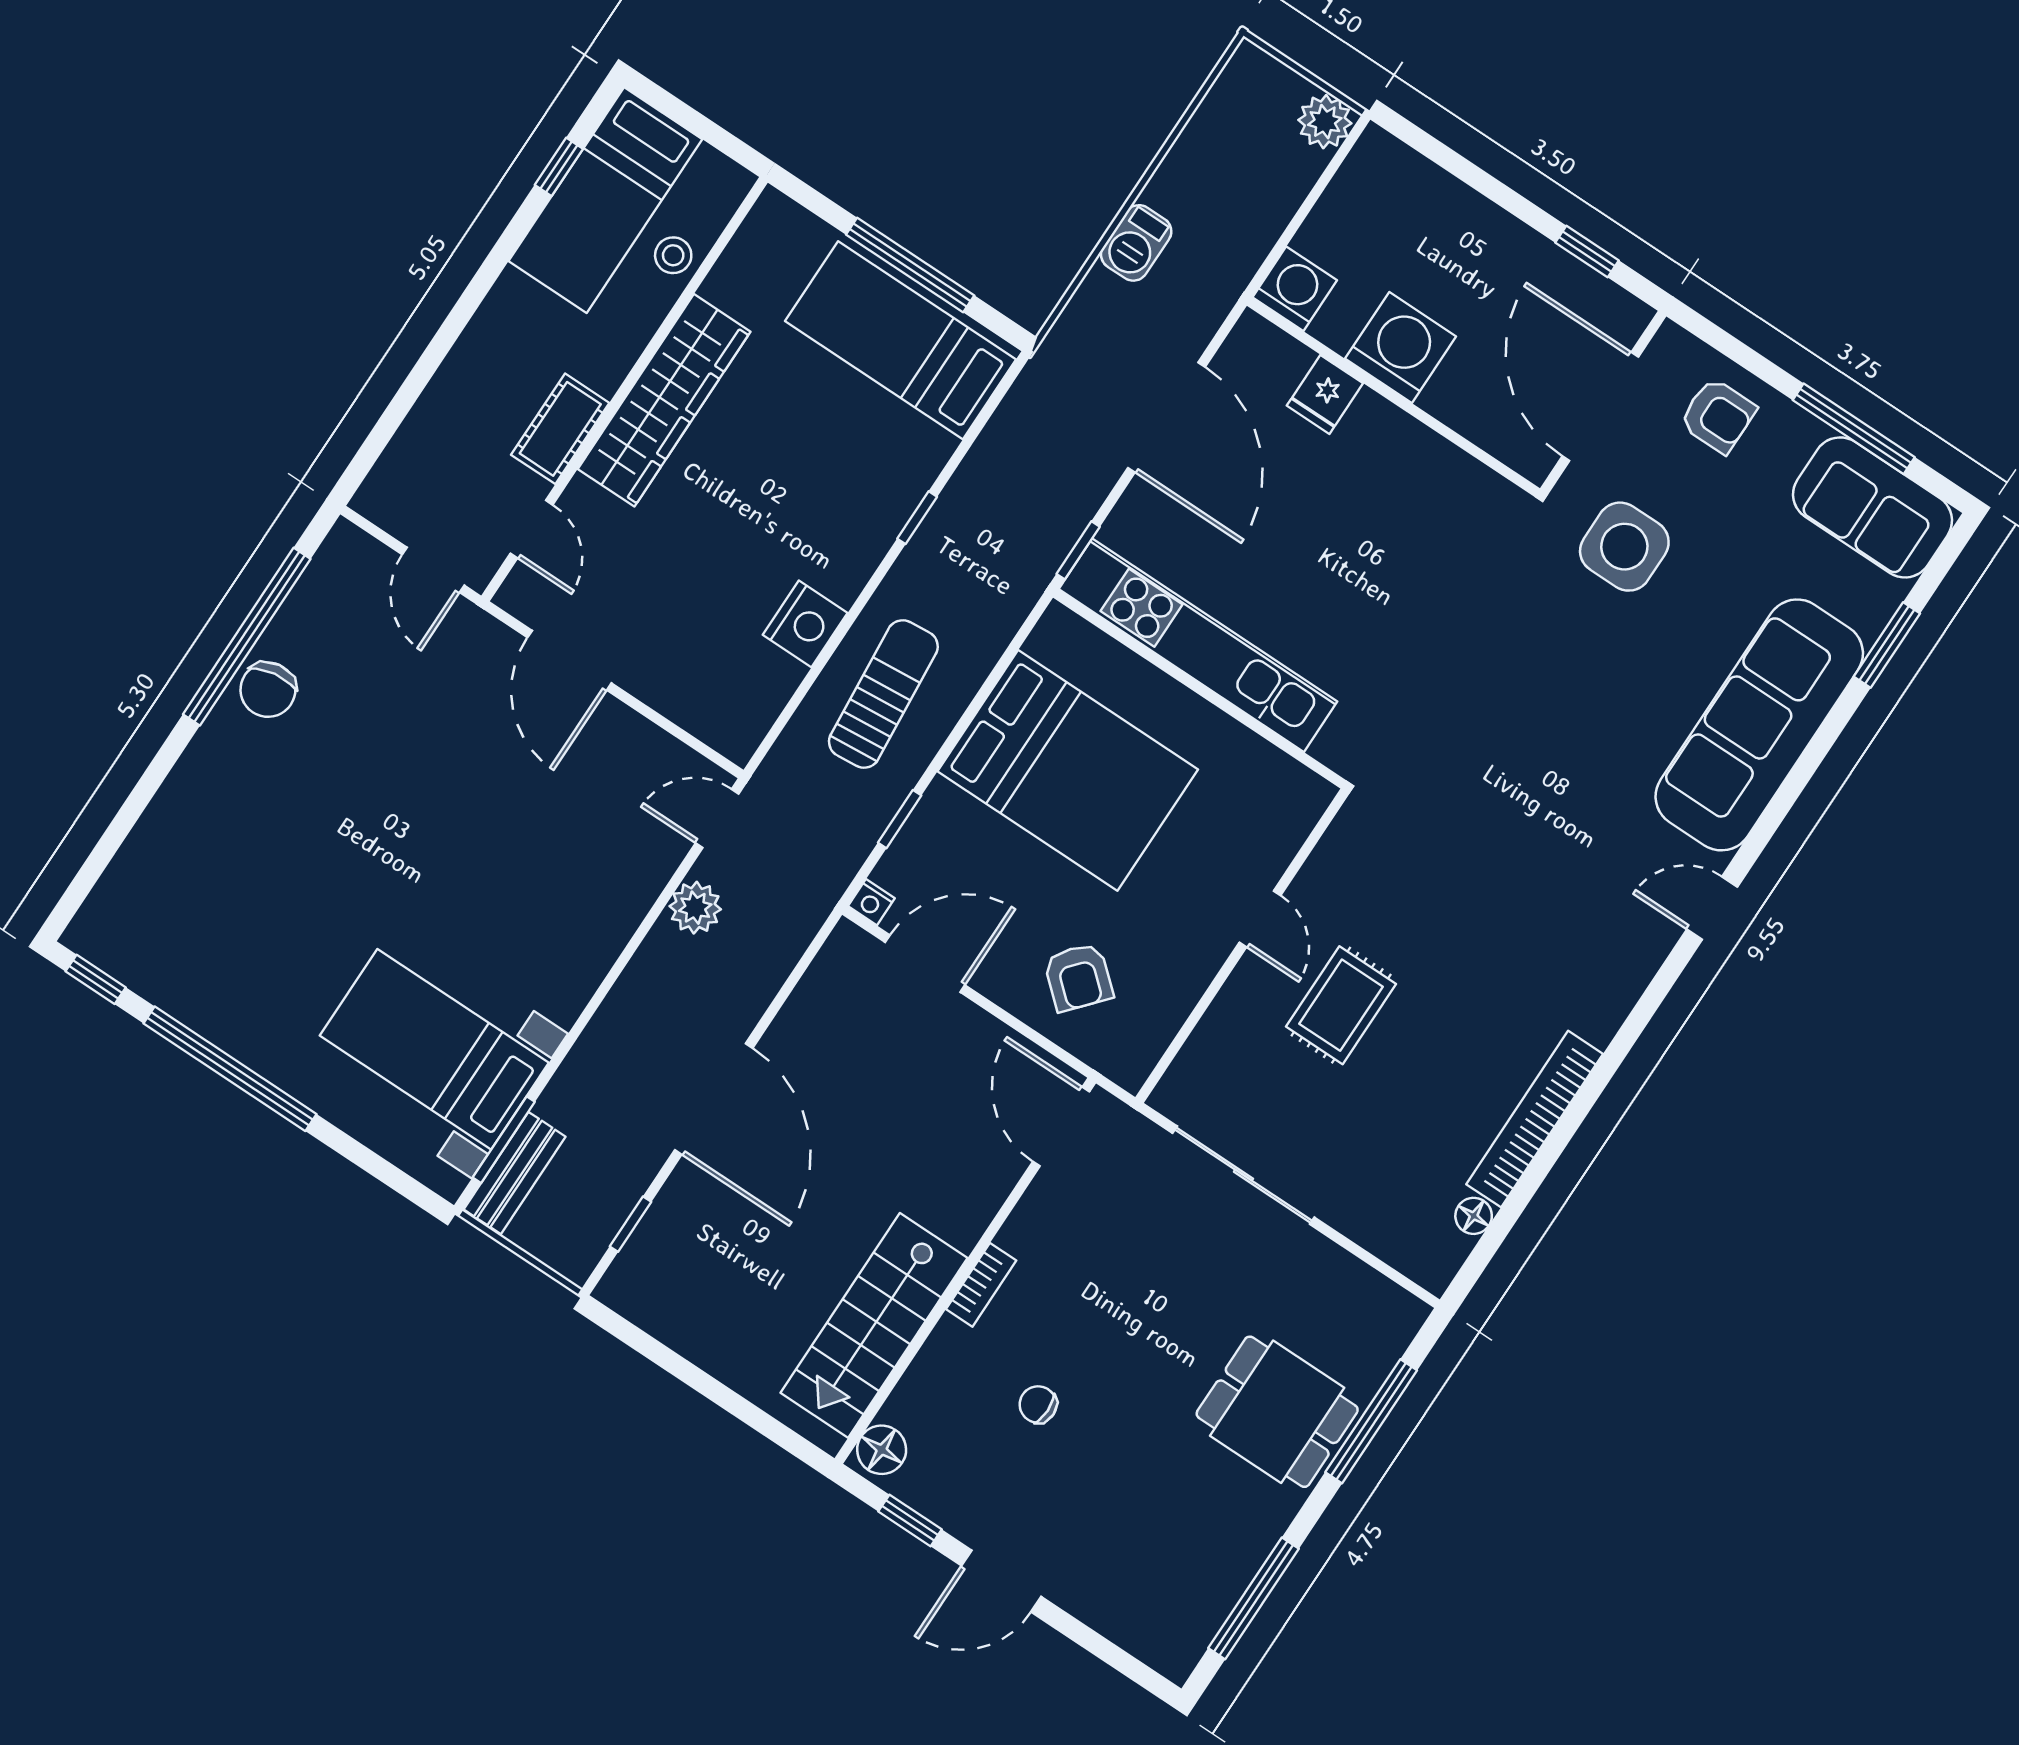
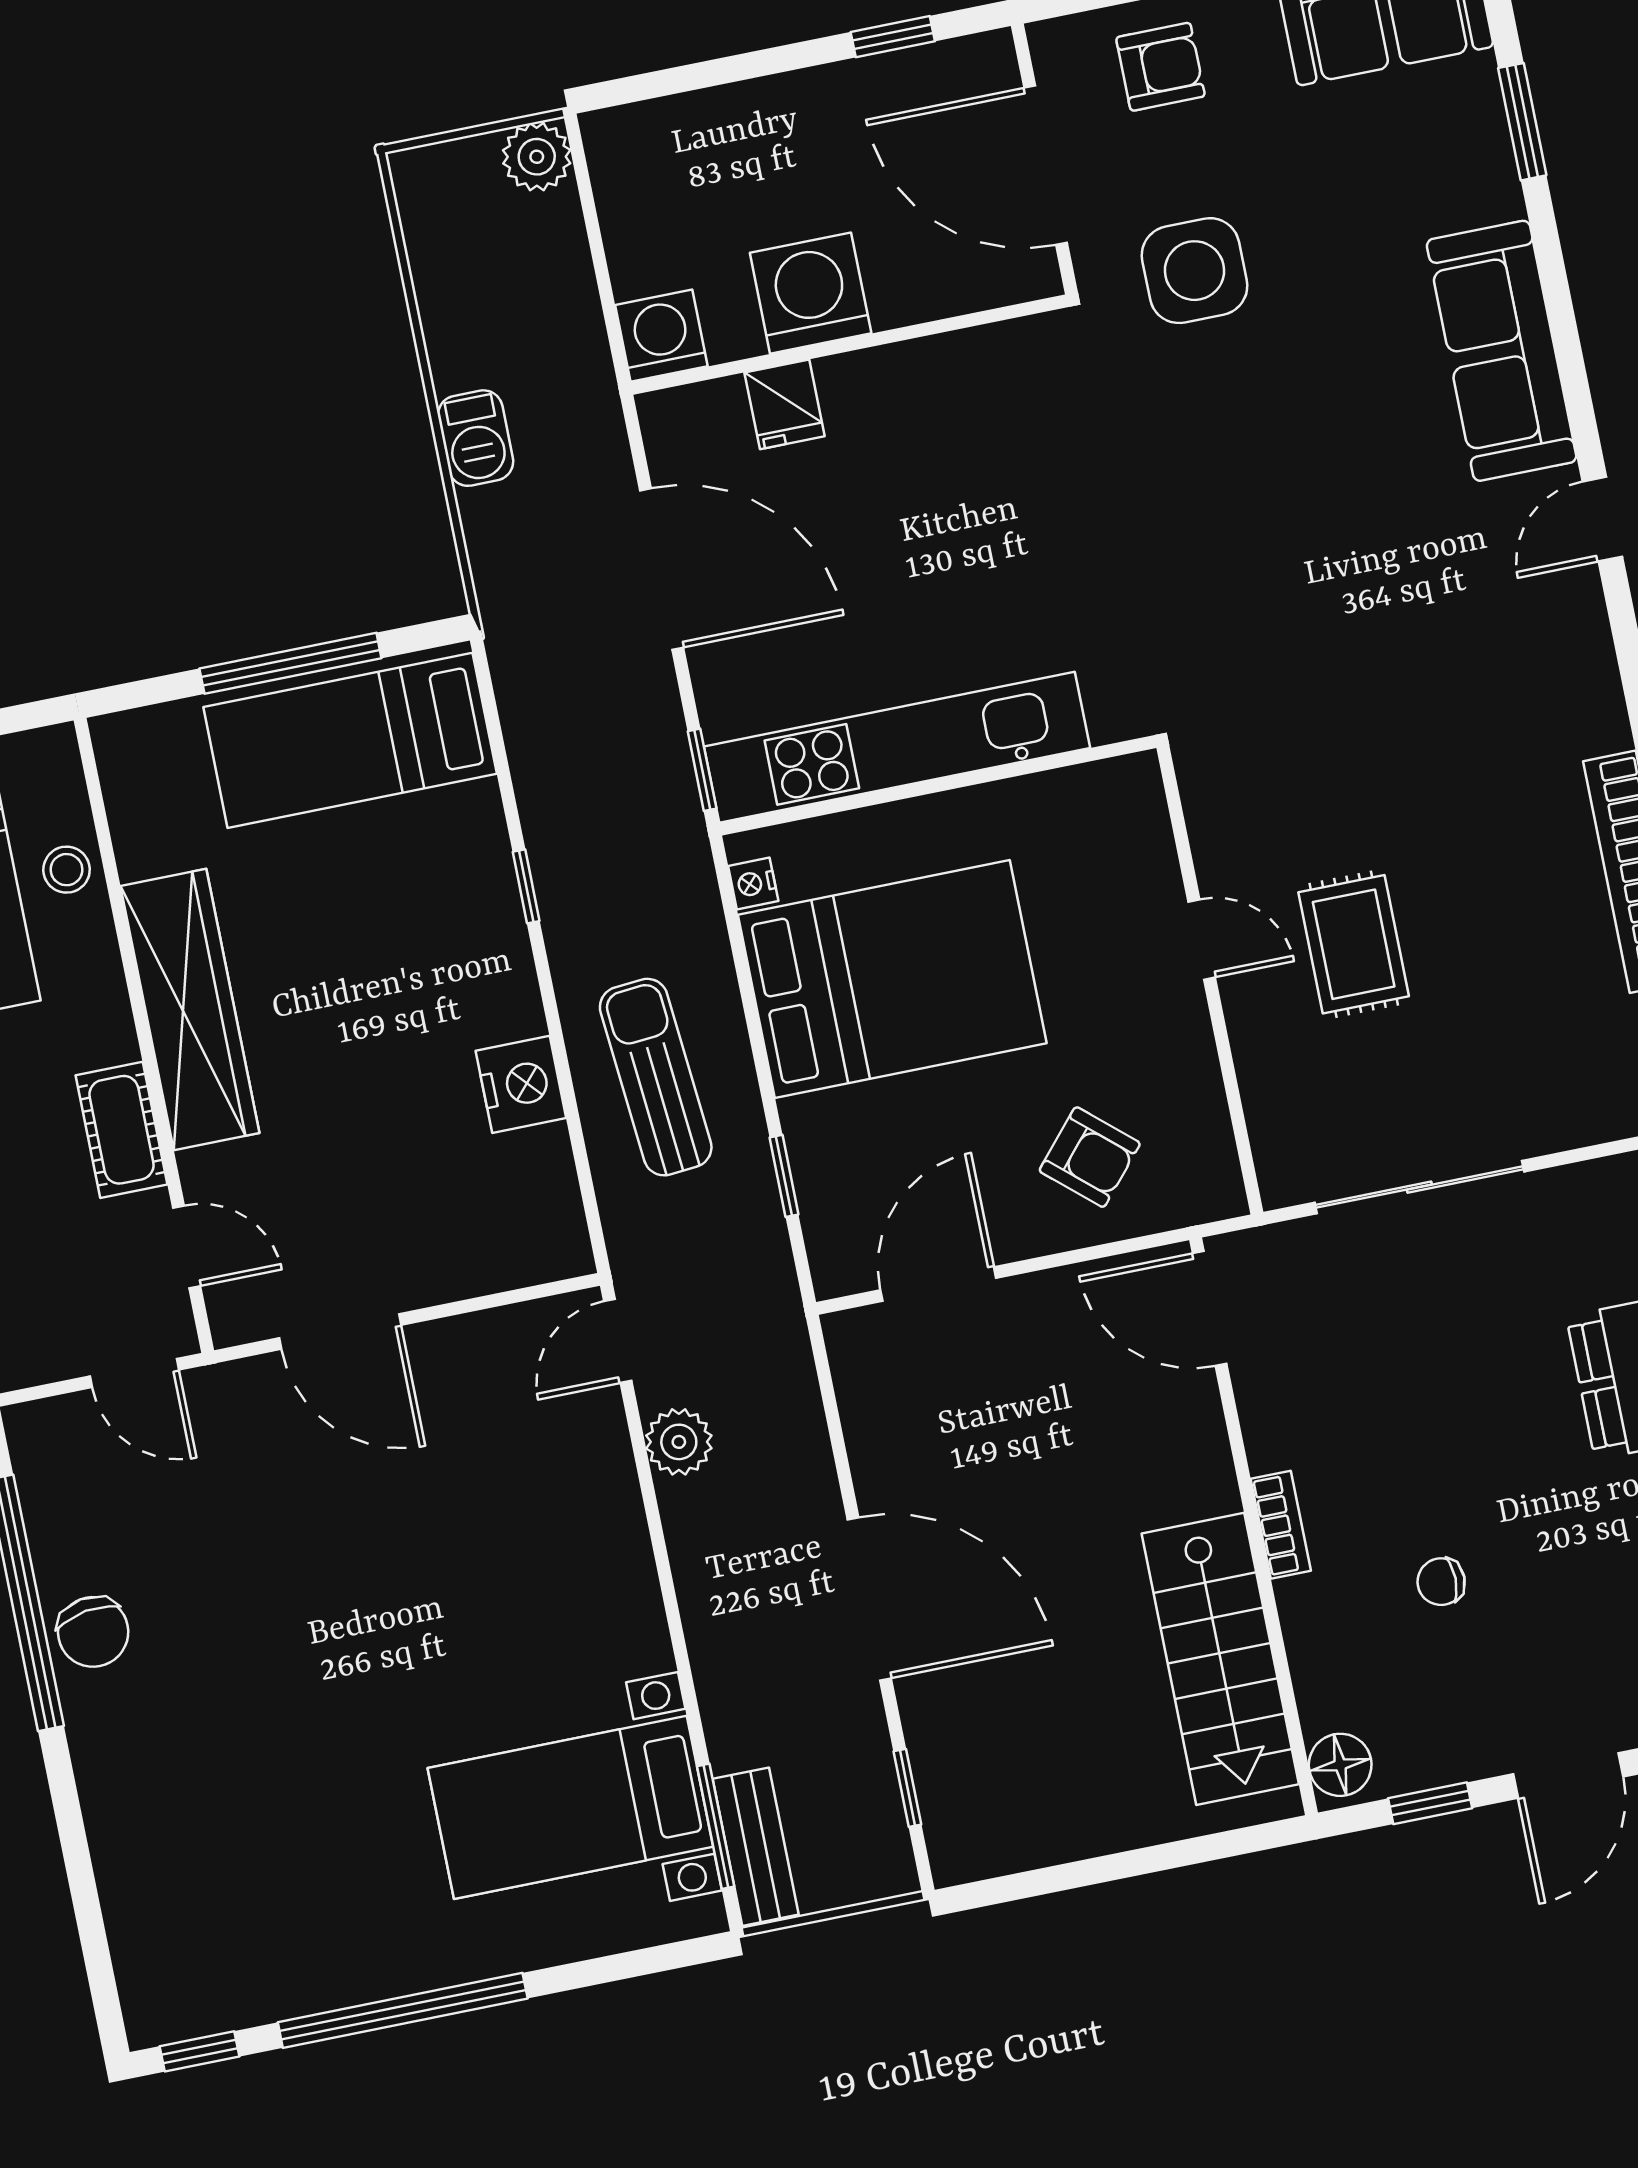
sofa: (1759, 725) -> (1502, 351), width x0.74, depth x0.79
nightstand: (871, 902) -> (753, 884), moved, turned 90

